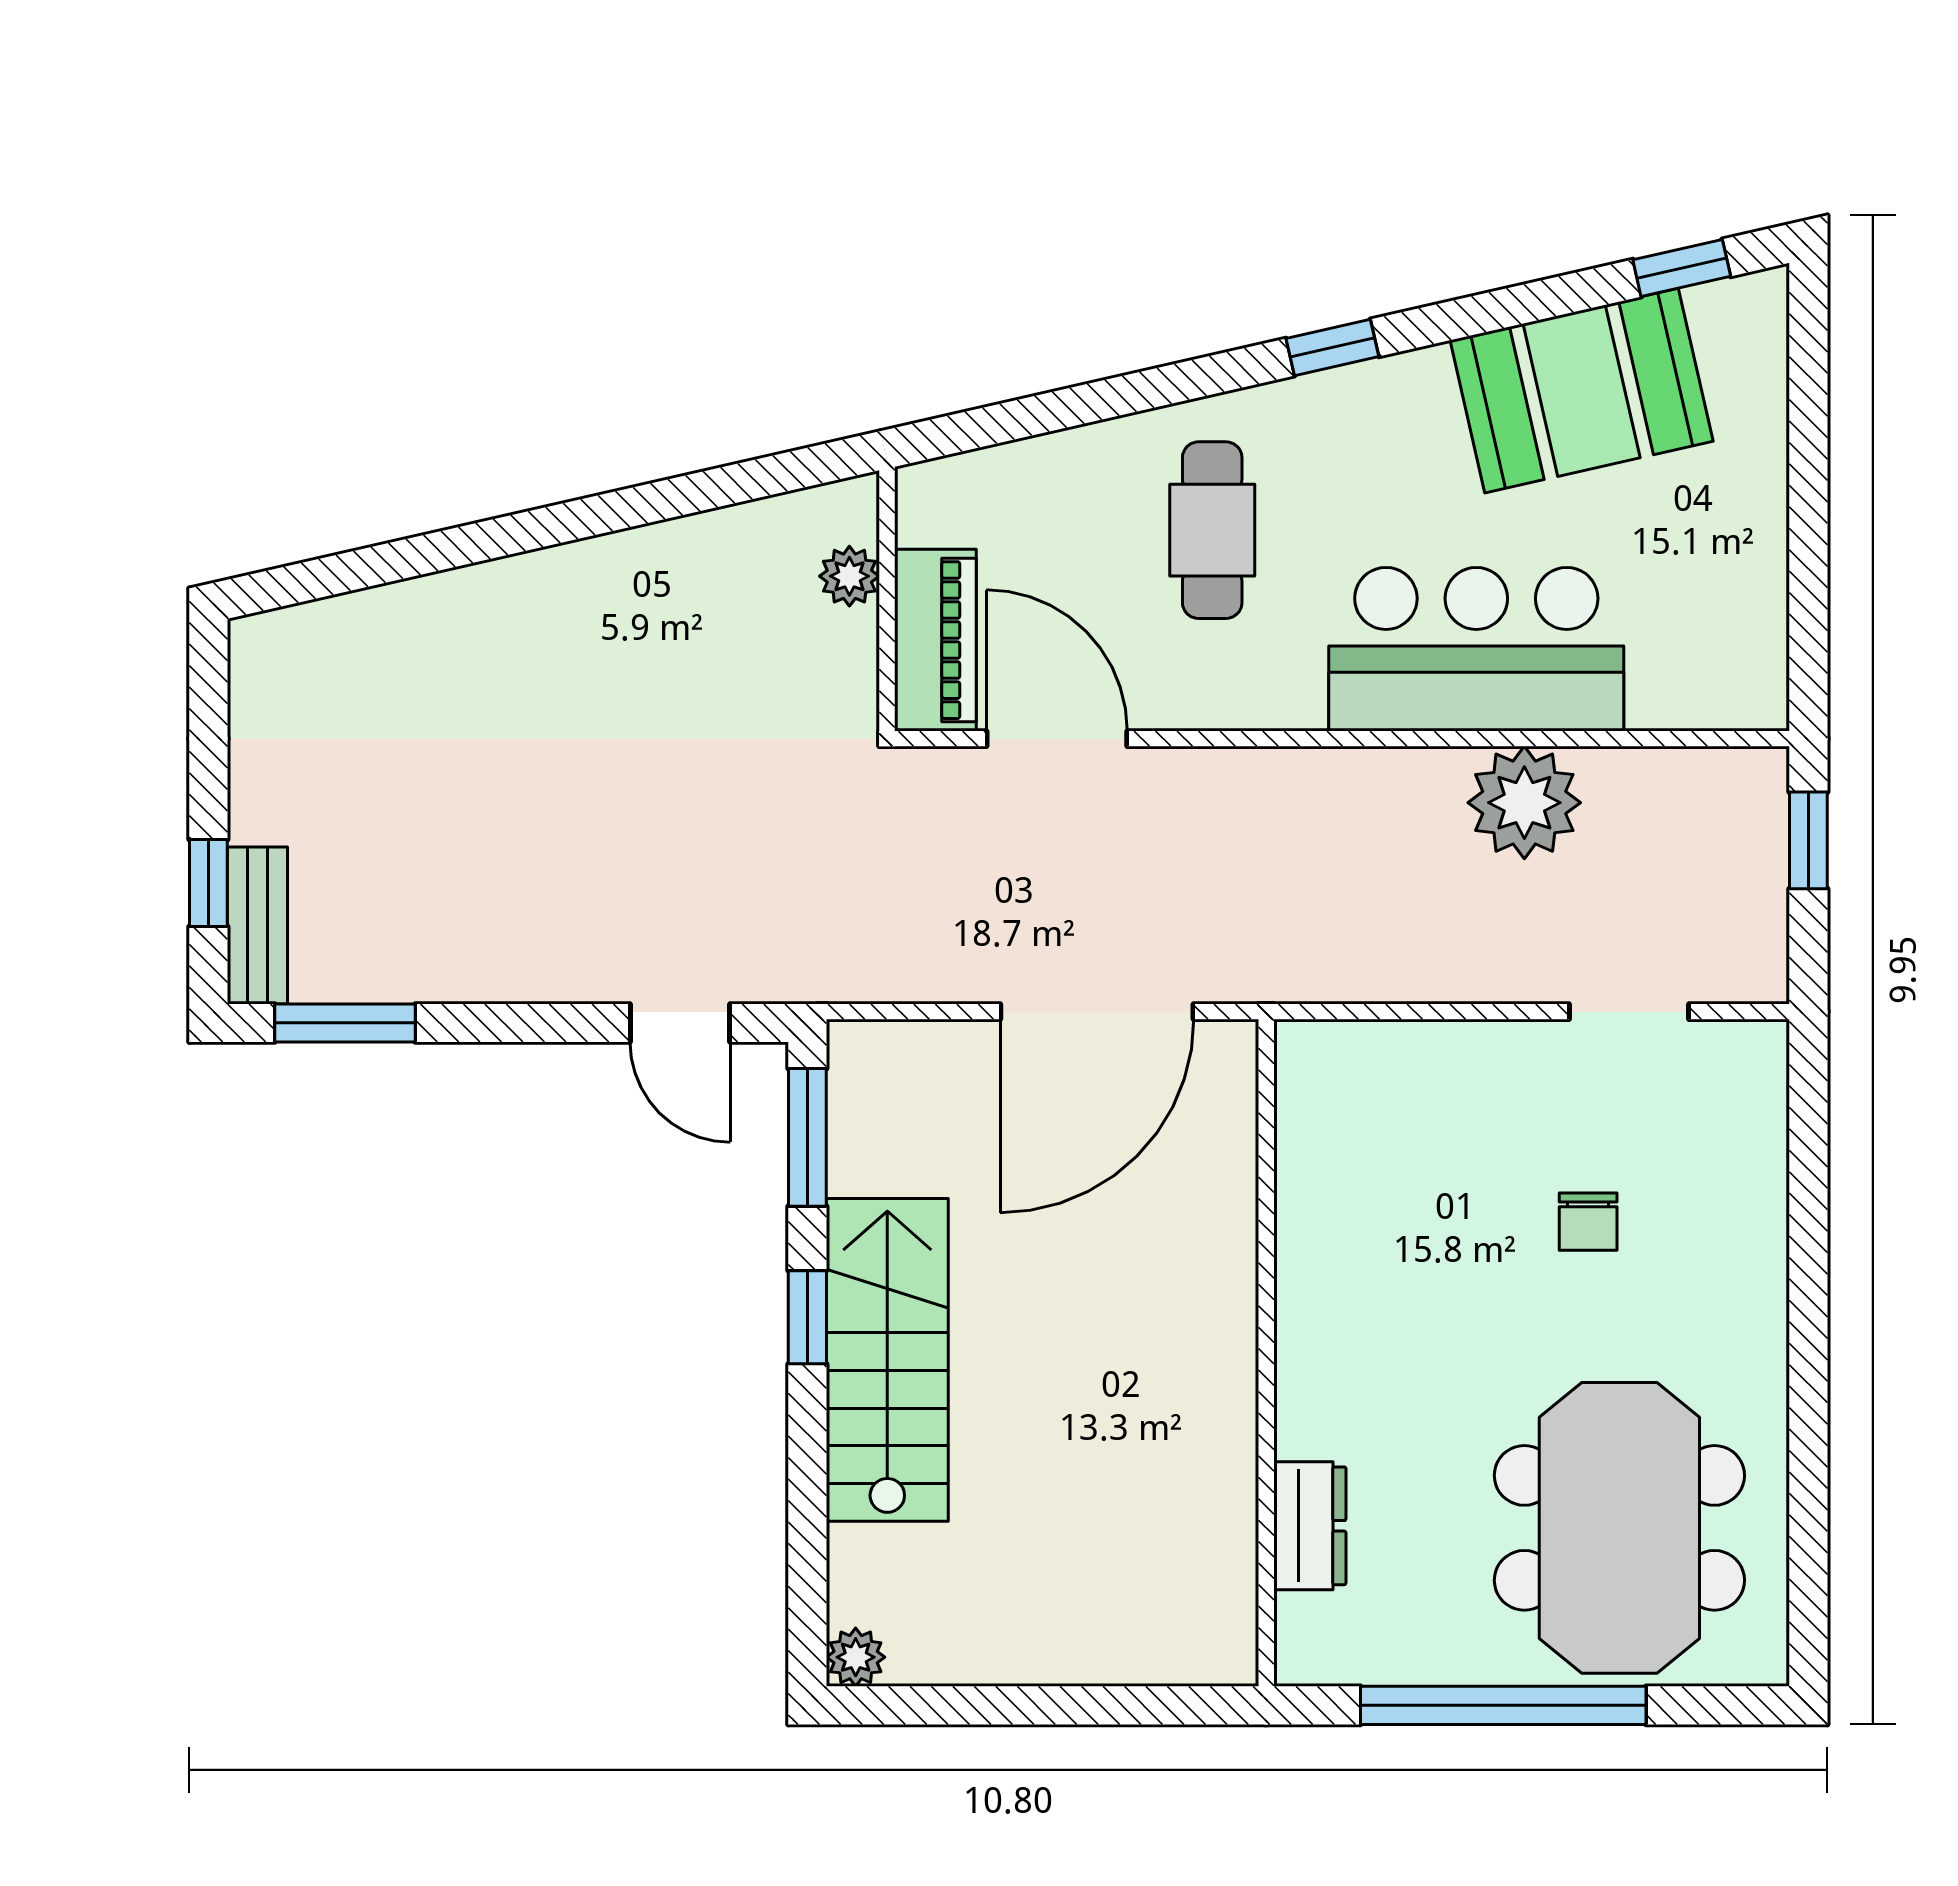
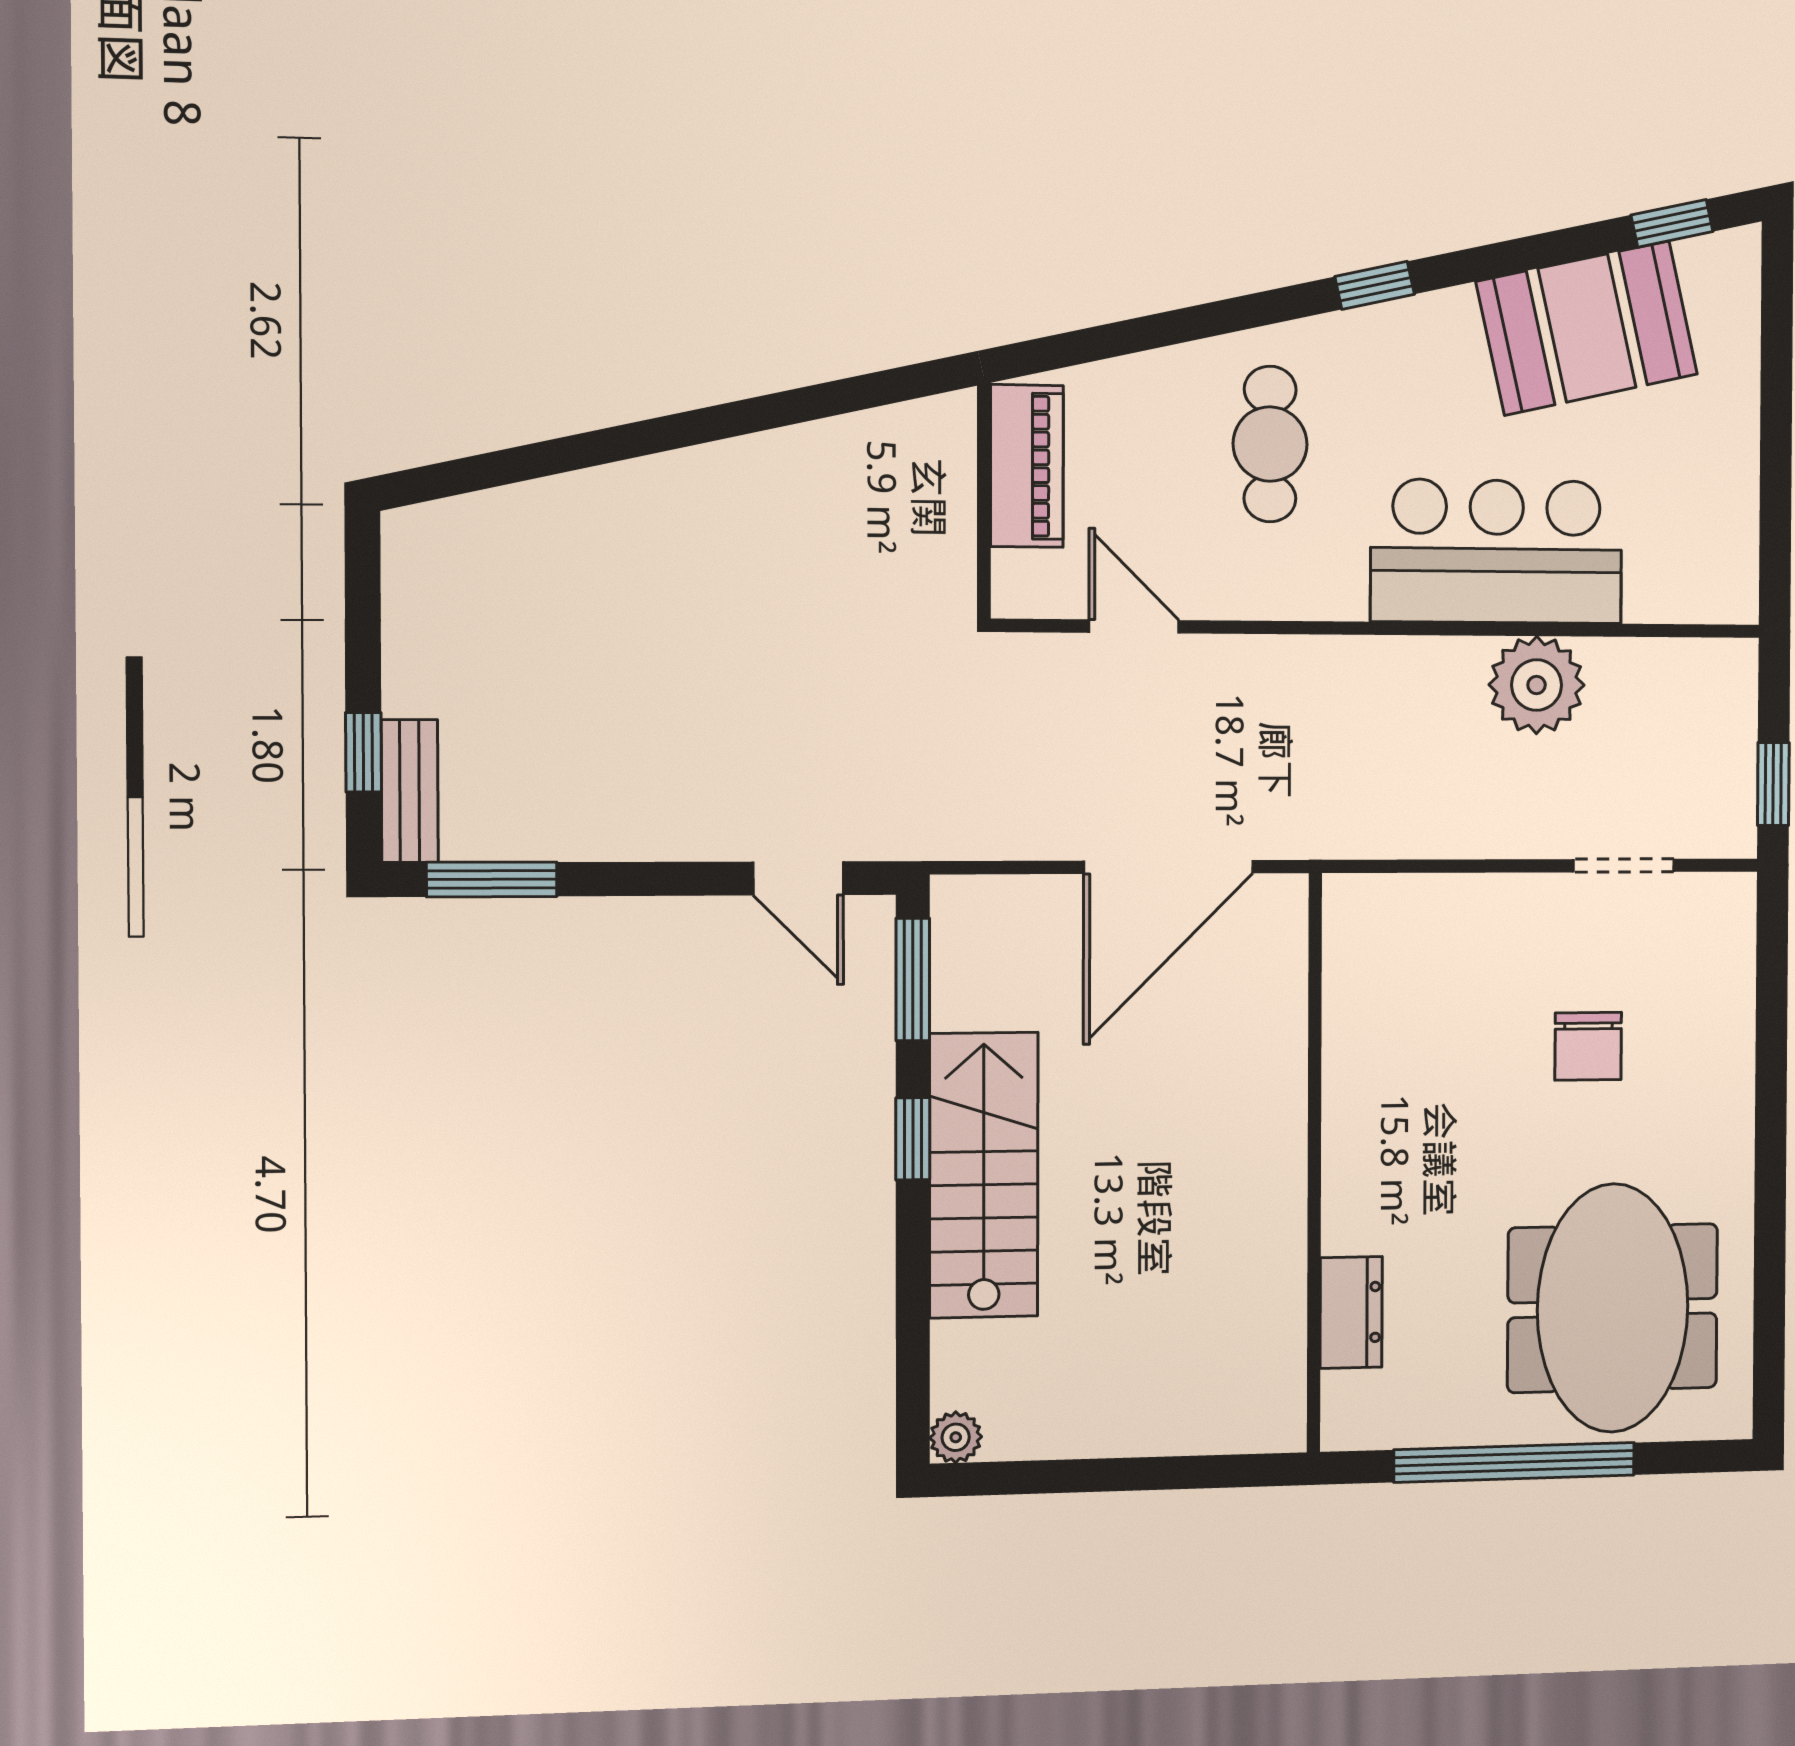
plant: (849, 576) -> (950, 480), removed
piano: (935, 640) -> (1027, 466), moved
door: (1057, 739) -> (1134, 626), width x0.73
window: (1808, 840) -> (1773, 784), moved
chair: (1588, 1222) -> (1588, 1046), width x1.37, depth x1.37

